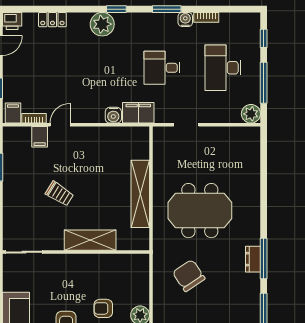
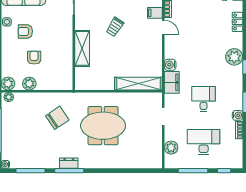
plant: (251, 114) -> (171, 148), moved
shelving: (140, 194) -> (138, 84), moved
meeting table: (200, 211) -> (103, 126), turned 90

